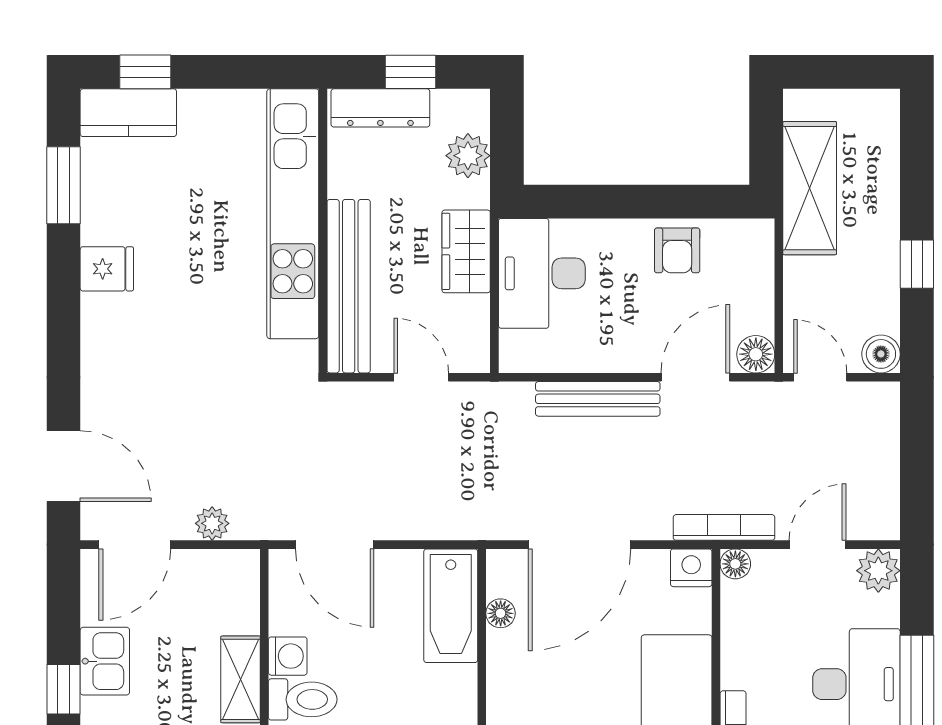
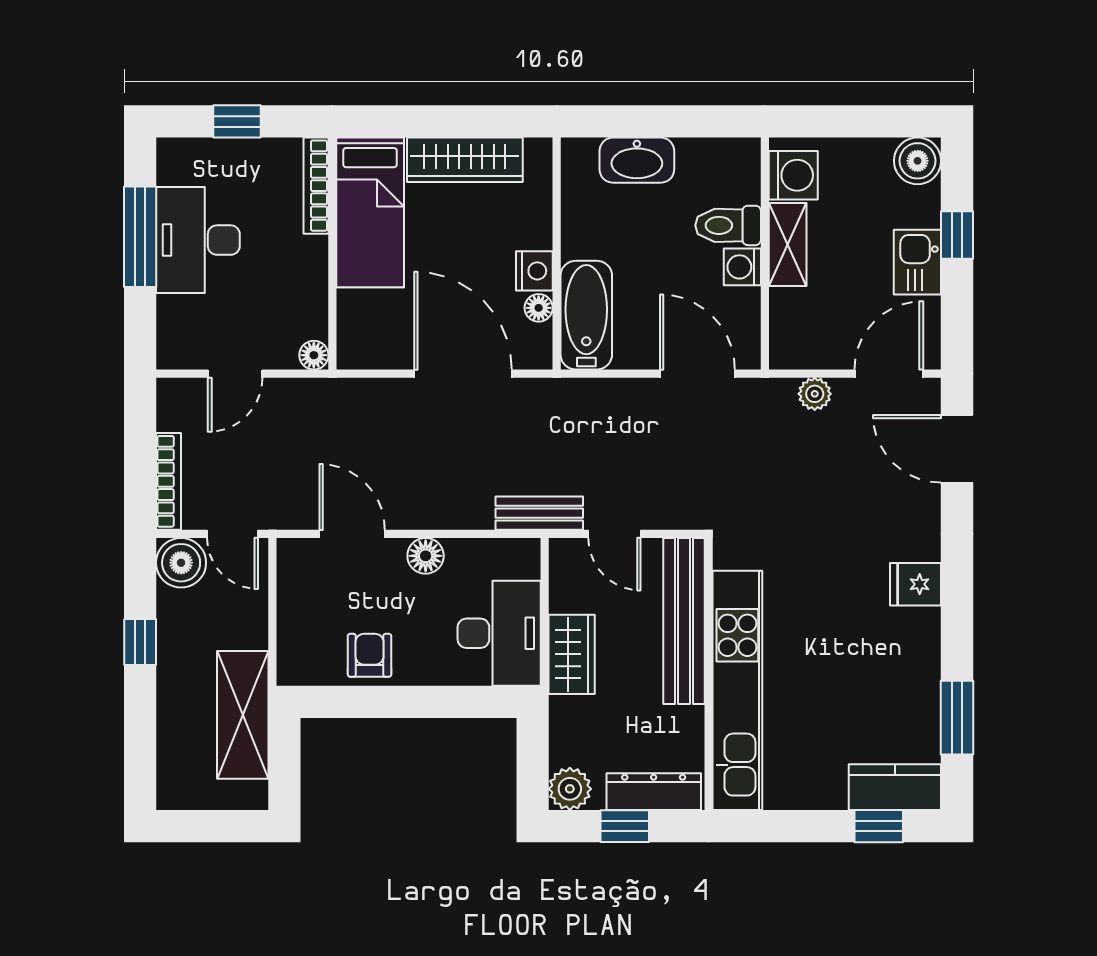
plant: (468, 156) -> (570, 789), moved
fridge: (107, 269) -> (916, 584), moved
floor lamp: (756, 354) -> (426, 556), moved
boiler: (881, 354) -> (181, 563), width x1.36, depth x1.36
door: (695, 377) -> (352, 534), swing flipped
bench: (598, 399) -> (539, 513), moved, width x0.73
bookcase: (724, 527) -> (169, 481), moved, turned -90
door: (580, 545) -> (463, 374), hinge flipped
nightstand: (691, 568) -> (534, 271), moved, turned -90
plant: (878, 571) -> (177, 349), removed

